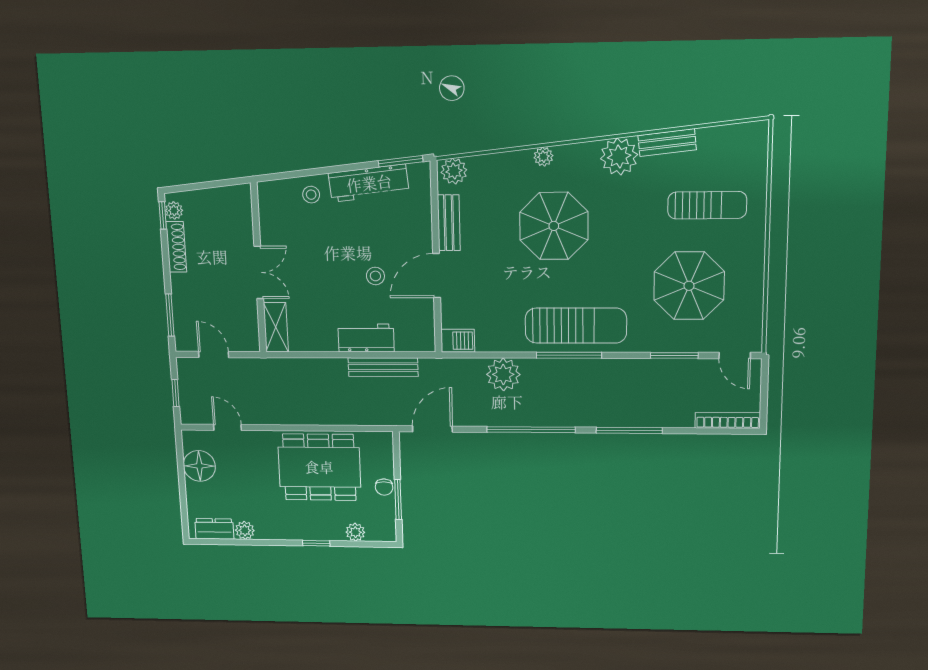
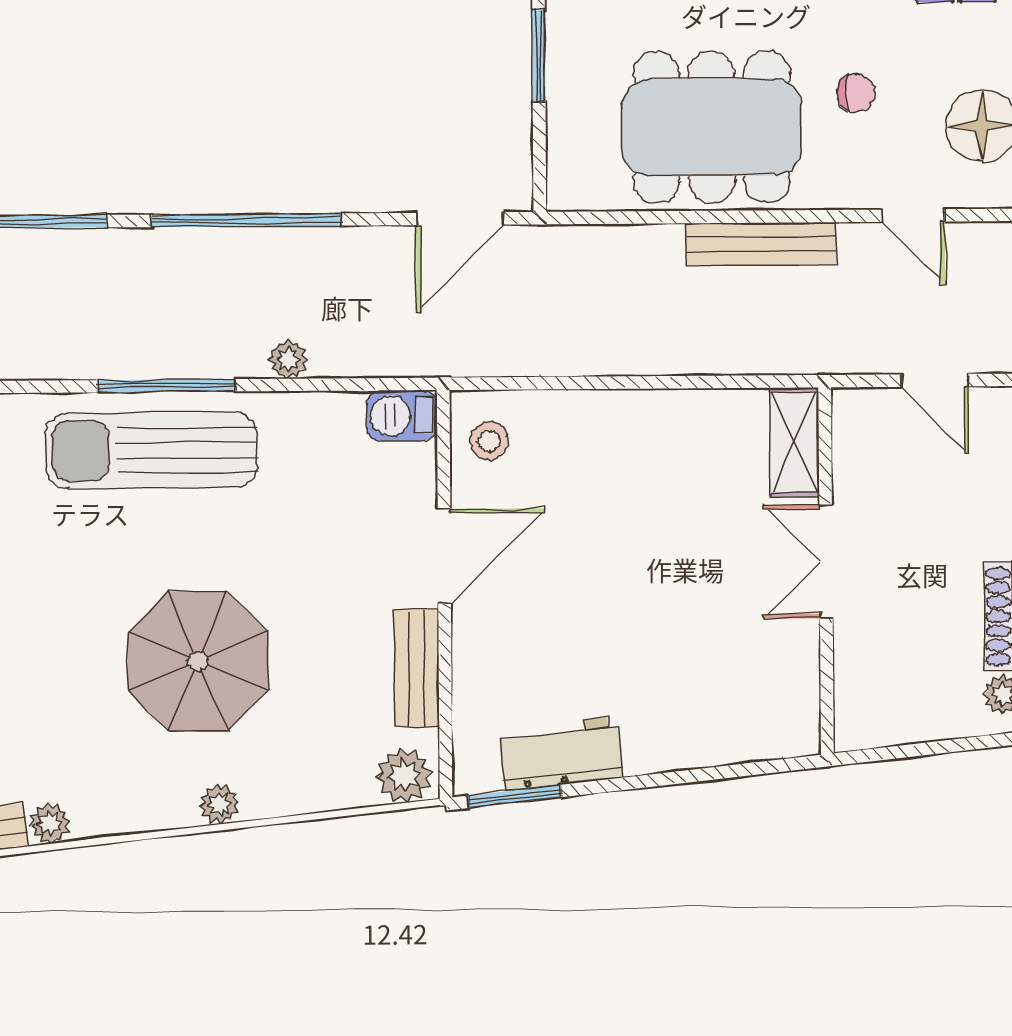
plant: (619, 157) -> (50, 823), width x0.53, depth x0.53
workbench: (369, 183) -> (561, 754), width x0.73
stool: (311, 195) -> (706, 728), removed
stool: (375, 276) -> (489, 441), moved
workbench: (366, 338) -> (599, 420), removed
bench: (383, 367) -> (761, 244), moved
plant: (503, 374) -> (288, 359), width x0.53, depth x0.53
chair: (384, 487) -> (856, 93), moved, turned 90

